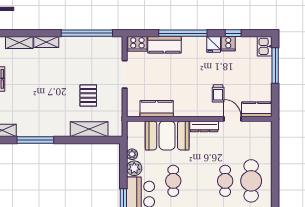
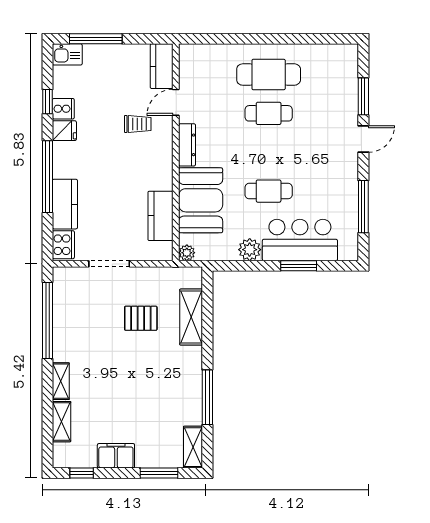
plant: (132, 154) -> (187, 253), moved

